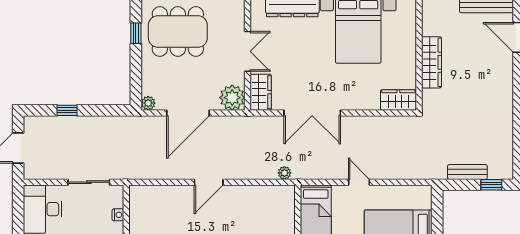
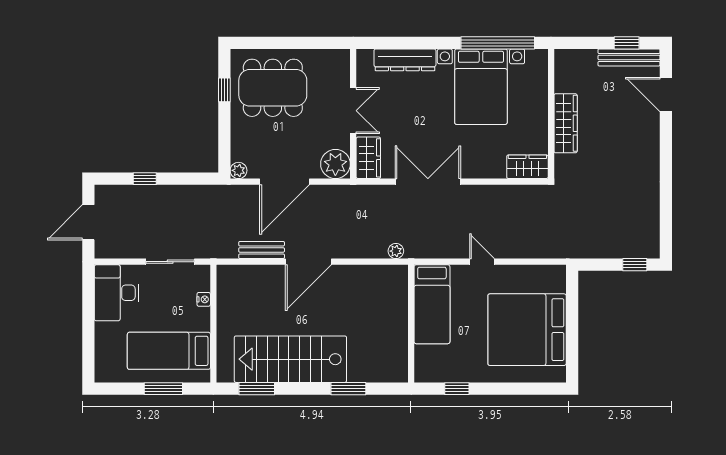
double door: (312, 113) -> (428, 182), swing flipped
bench: (467, 172) -> (262, 250), moved
door: (209, 182) -> (308, 262), width x1.36

